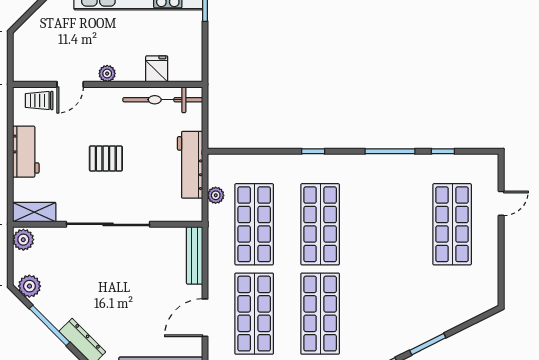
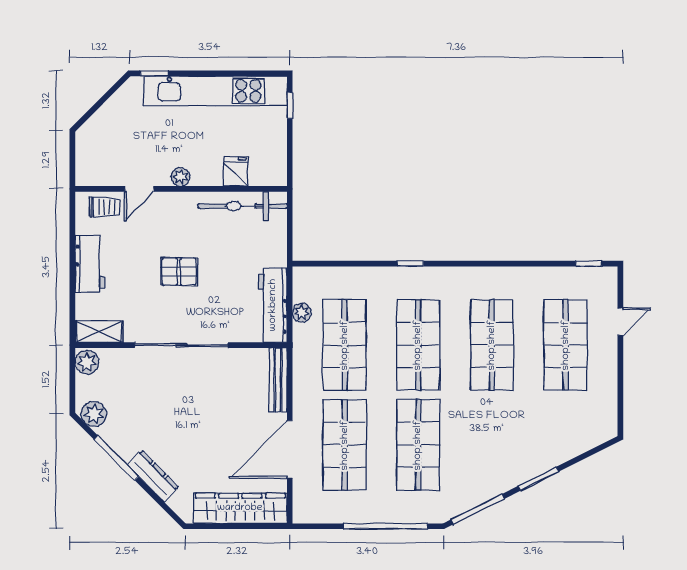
trolley: (39, 101) -> (105, 207), turned 180
window: (390, 151) -> (496, 264), removed
window: (443, 151) -> (589, 264), moved
workbench: (190, 165) -> (273, 305), moved
shop shelf: (386, 224) -> (492, 345), added
door: (205, 318) -> (290, 449), width x1.36

